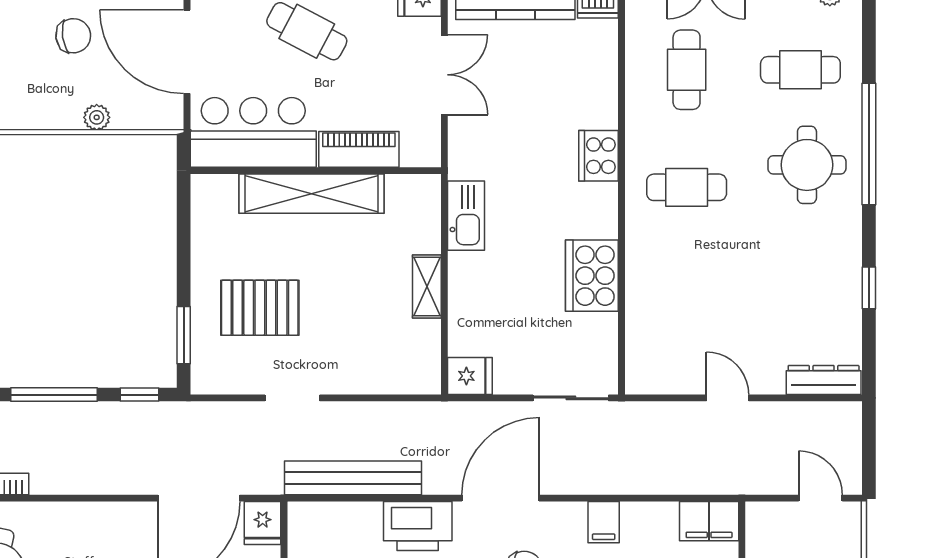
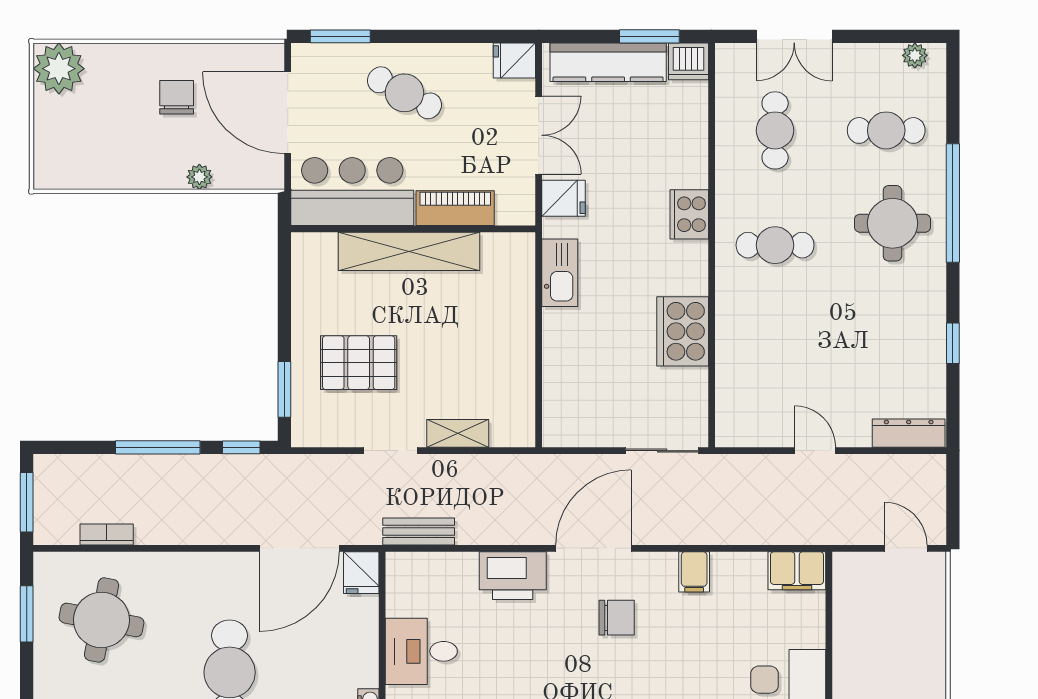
chair: (73, 36) -> (177, 97), turned -82
shelving: (427, 286) -> (458, 433), moved, turned 90
fridge: (470, 376) -> (564, 198), moved
bench: (353, 478) -> (419, 531), width x0.54, depth x0.82

